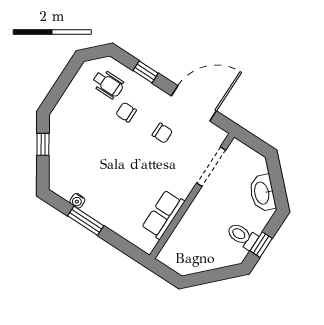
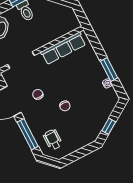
window: (146, 72) -> (28, 134), width x2.17
chair: (126, 112) -> (65, 106), moved
row of seats: (163, 214) -> (63, 48), width x1.48

